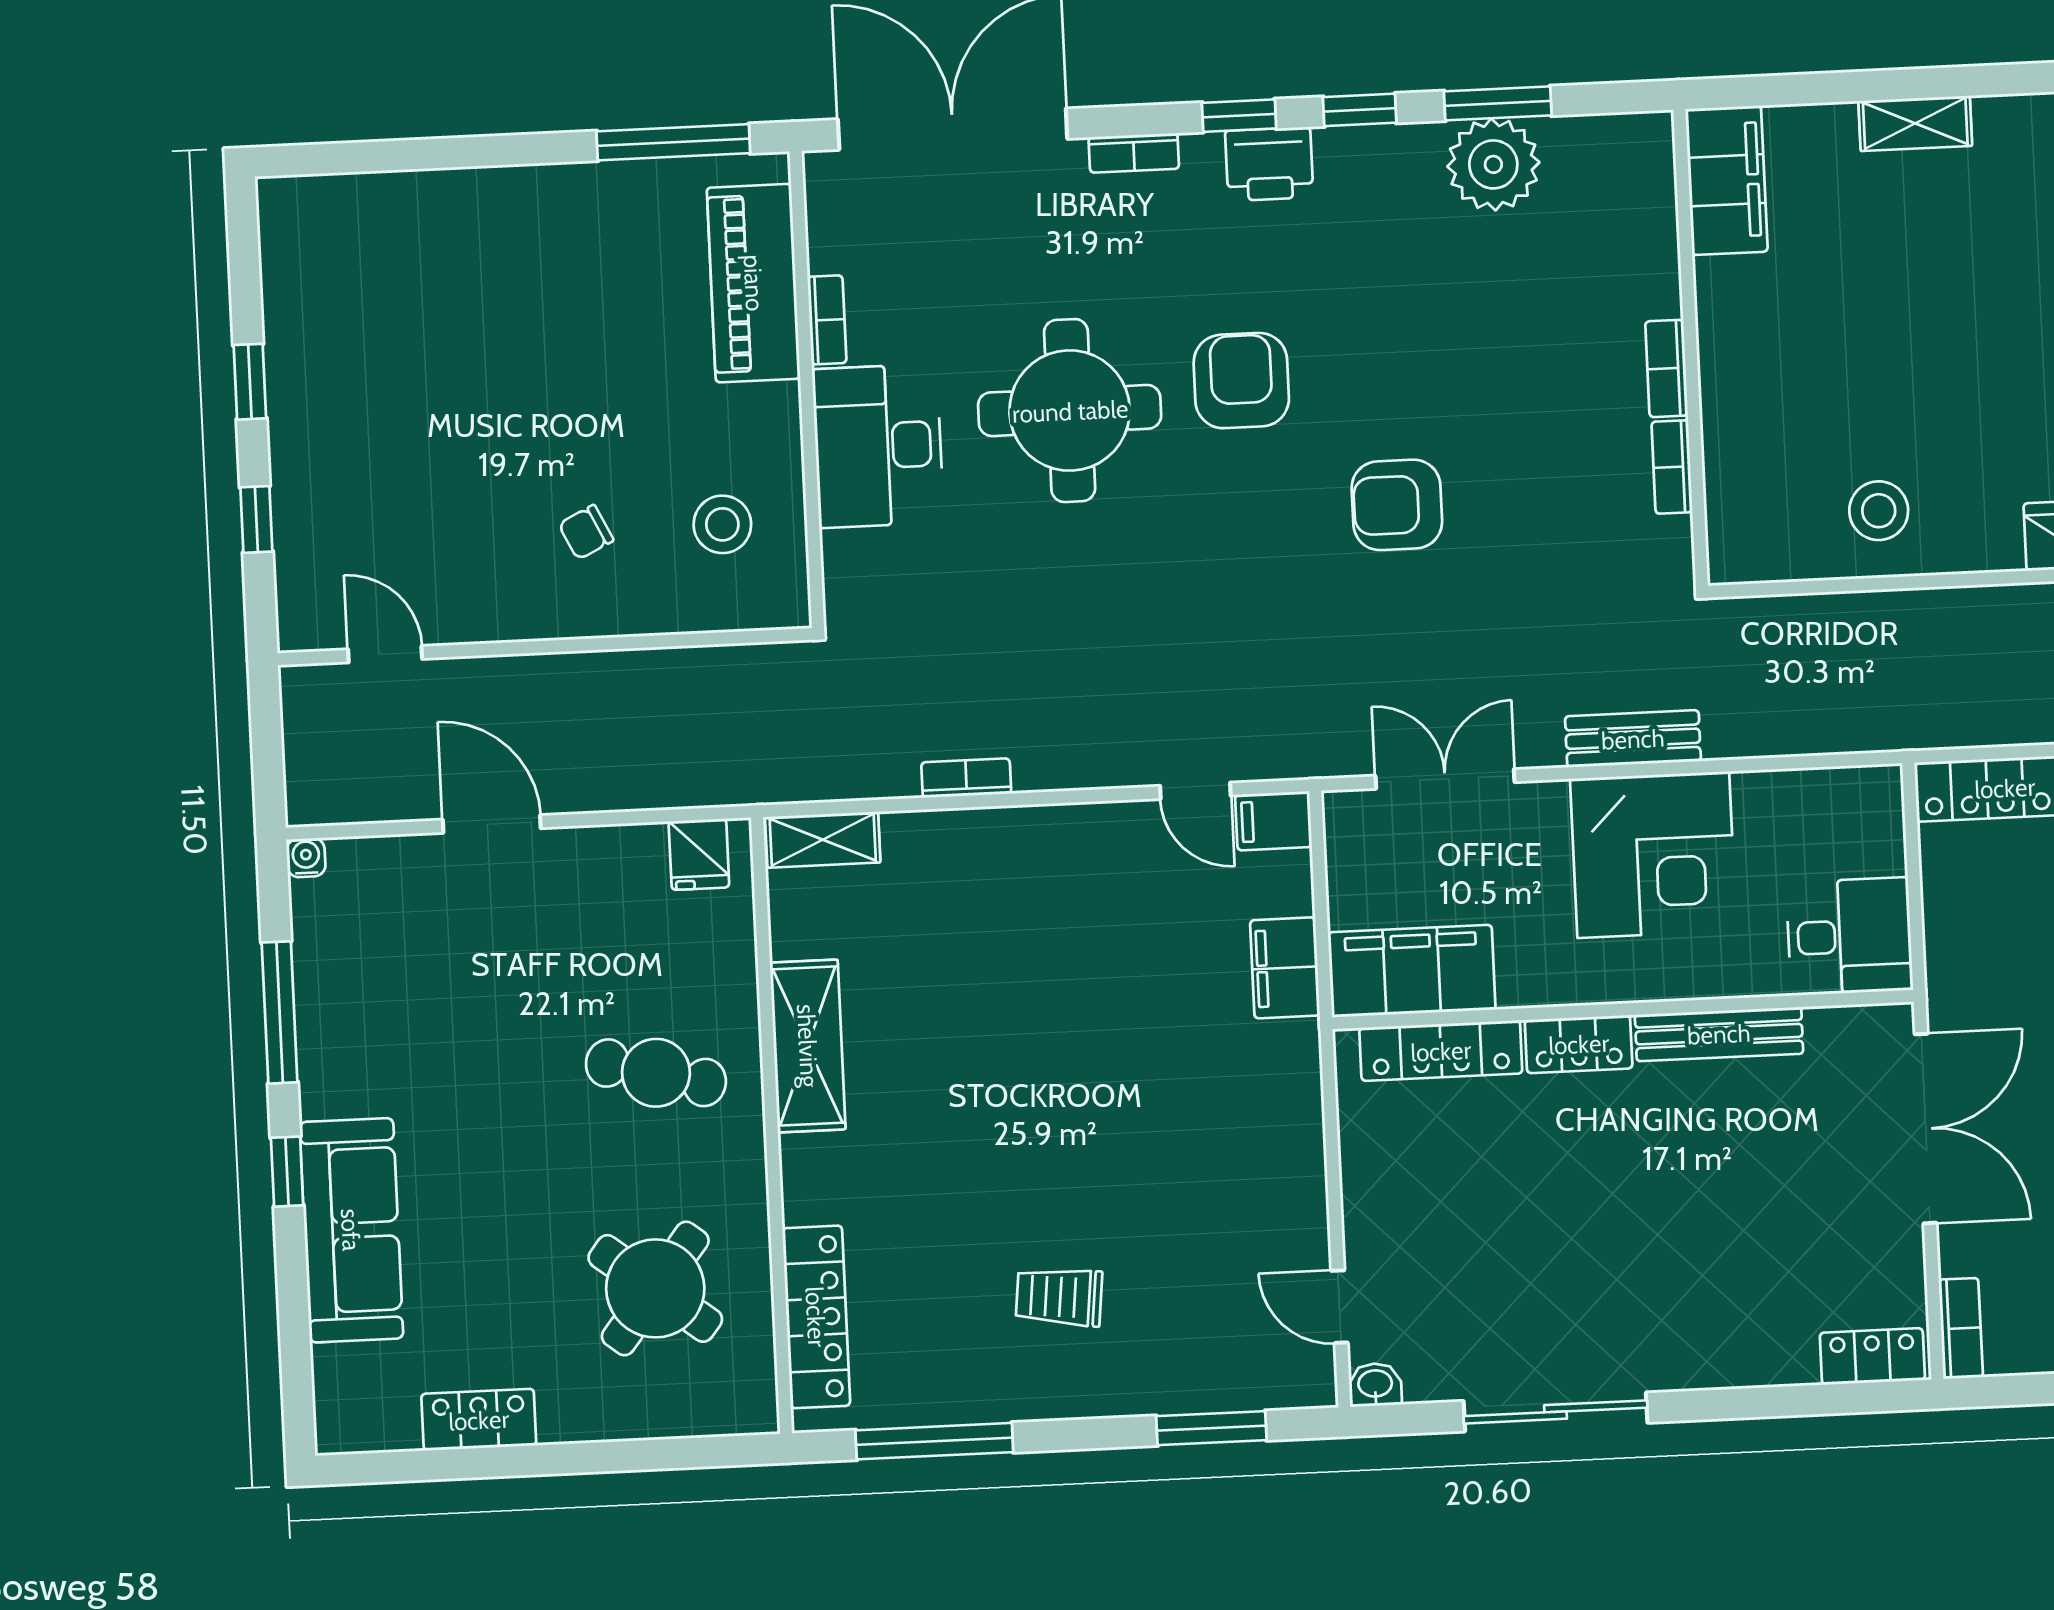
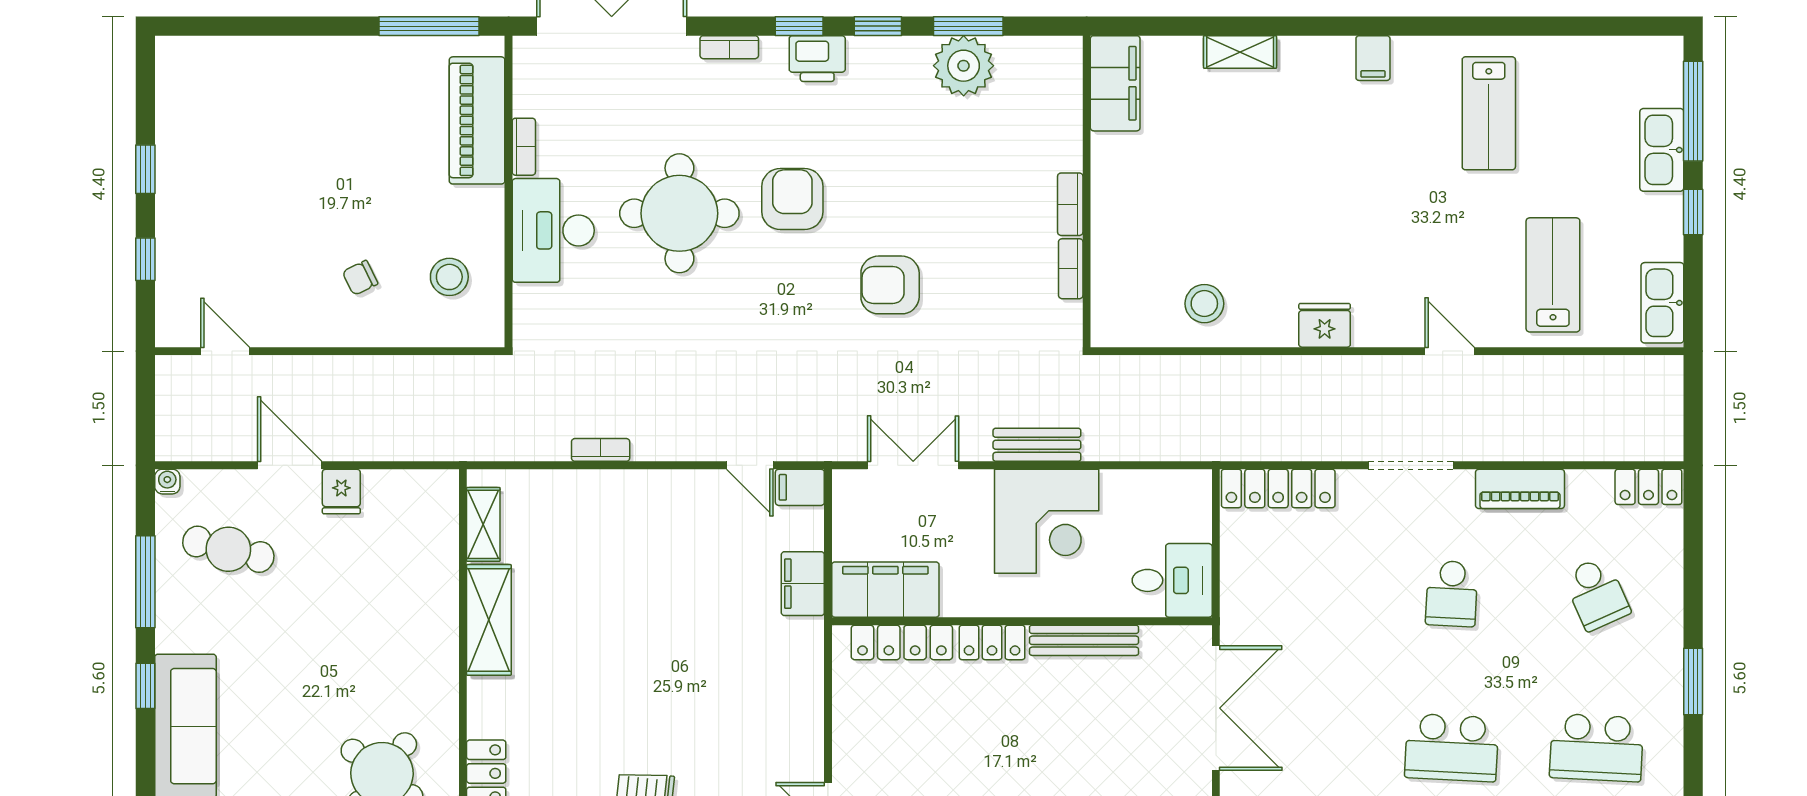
shelving: (823, 840) -> (483, 524), moved, turned 90
fridge: (699, 854) -> (341, 492), moved
cafe table: (656, 1073) -> (228, 549), moved

